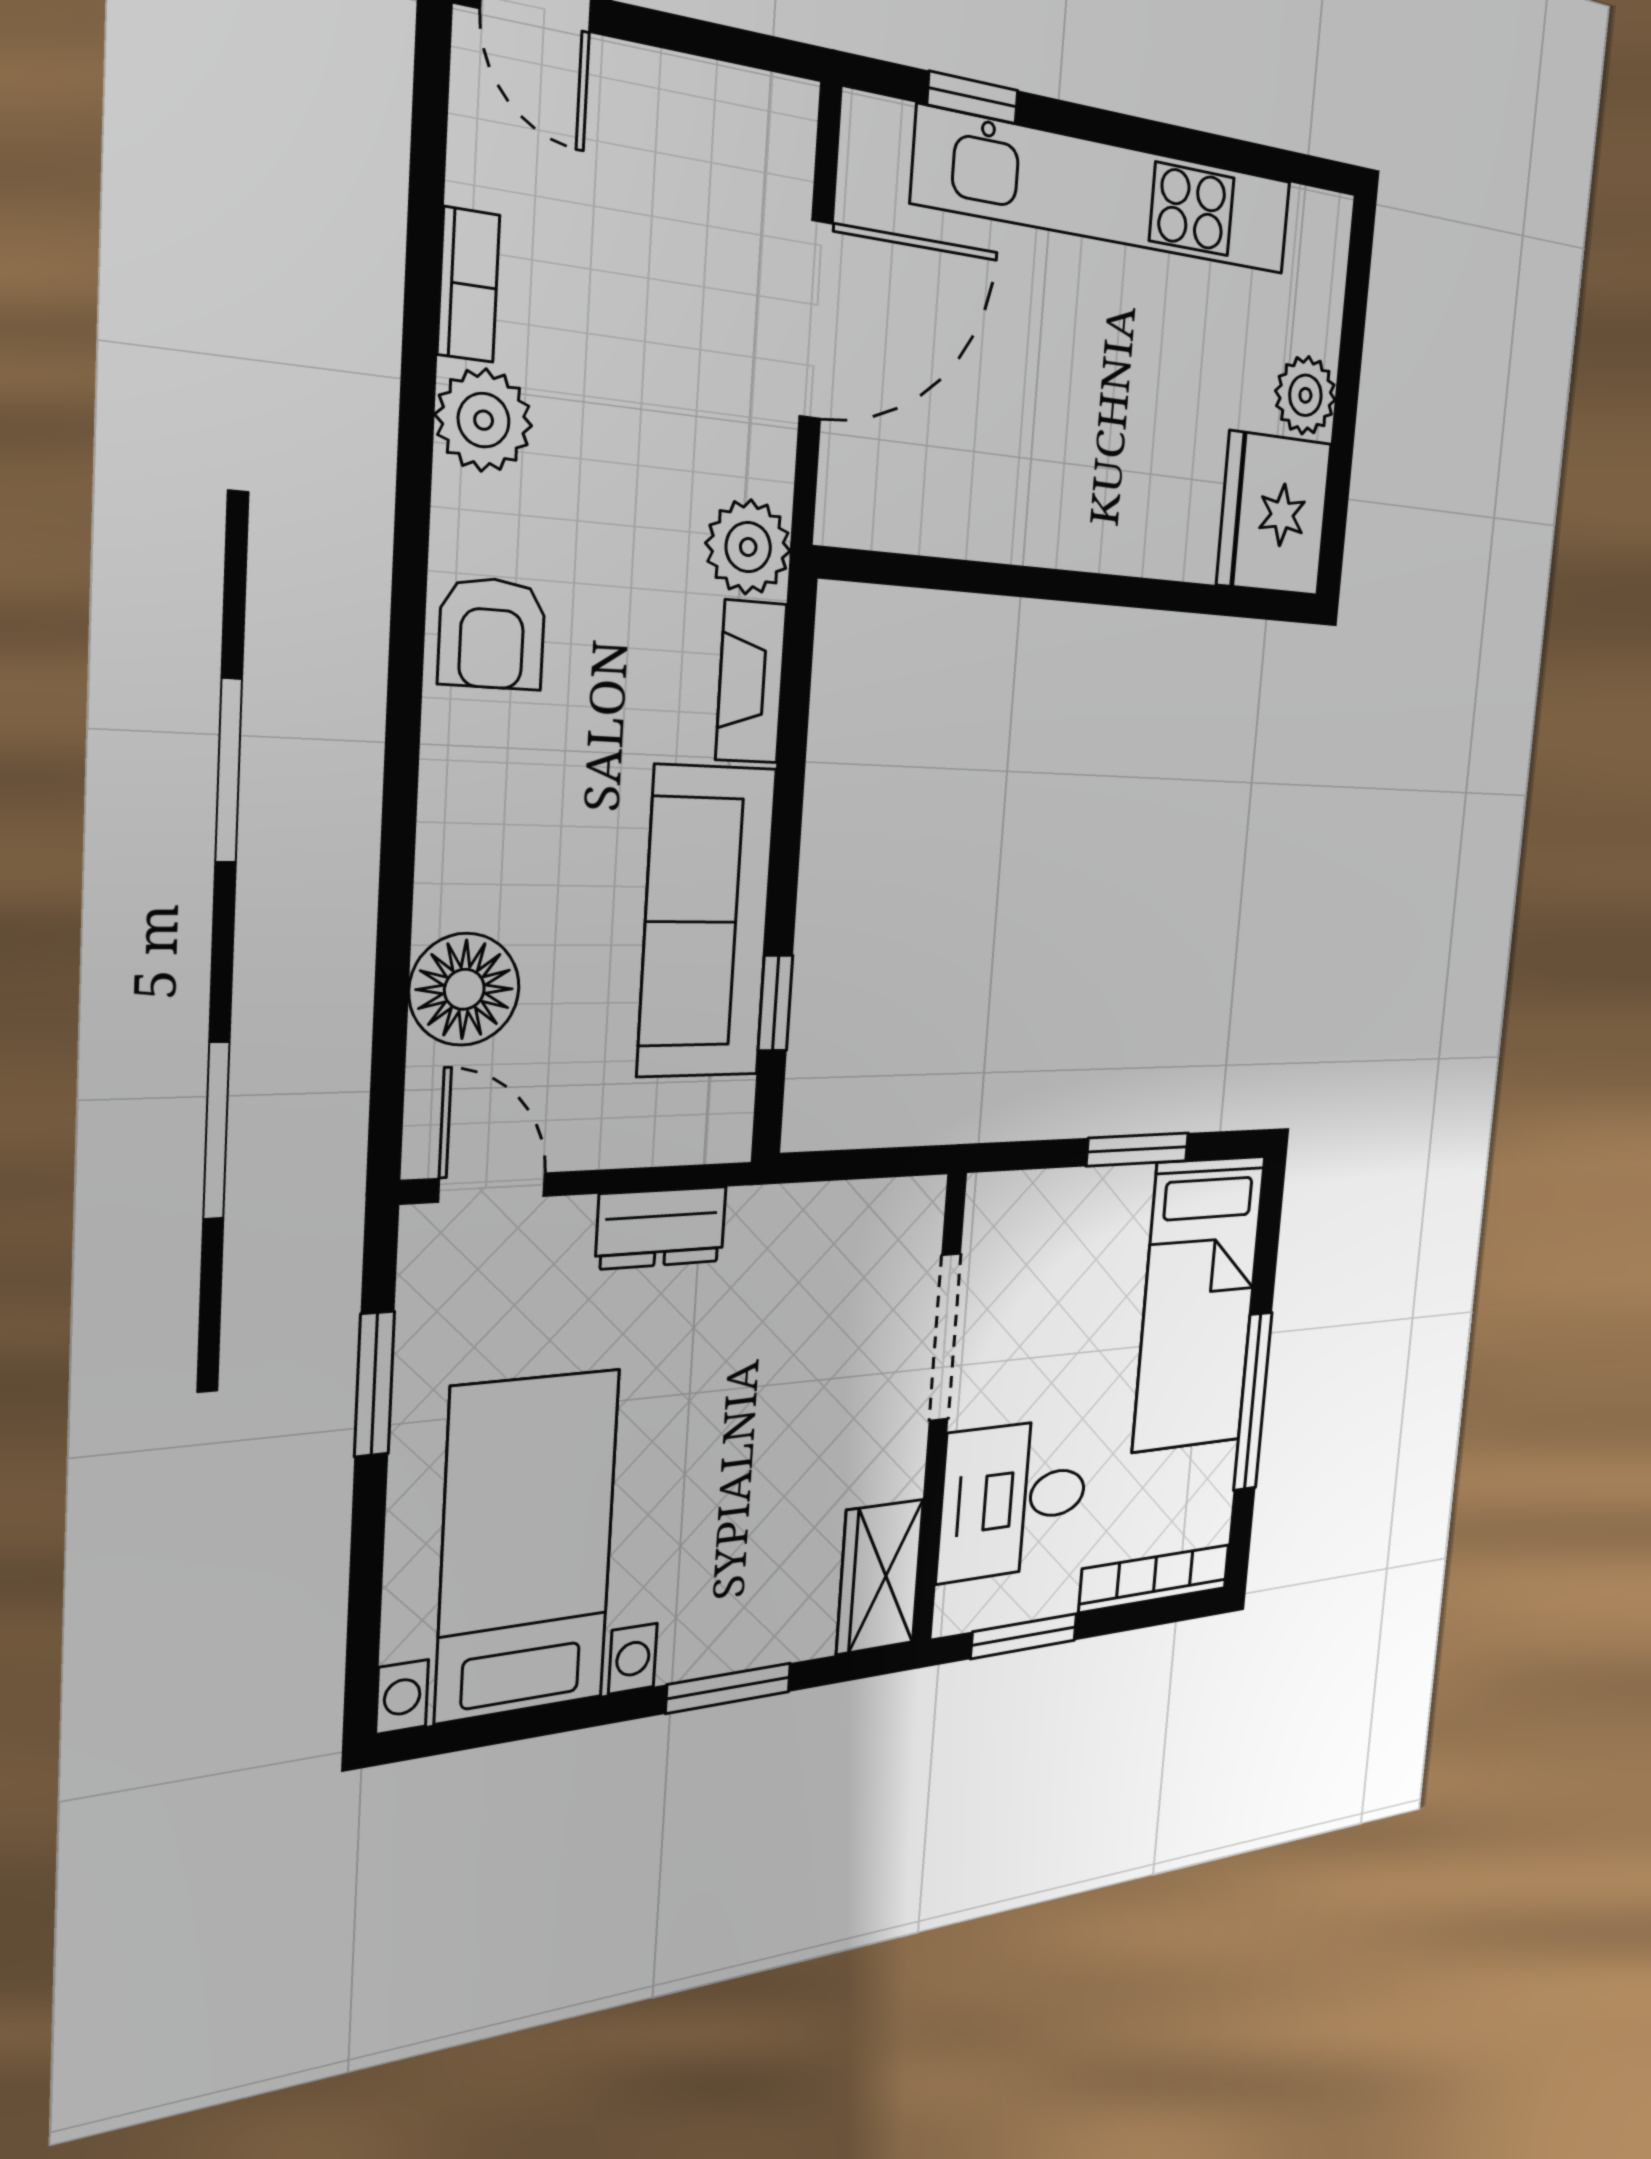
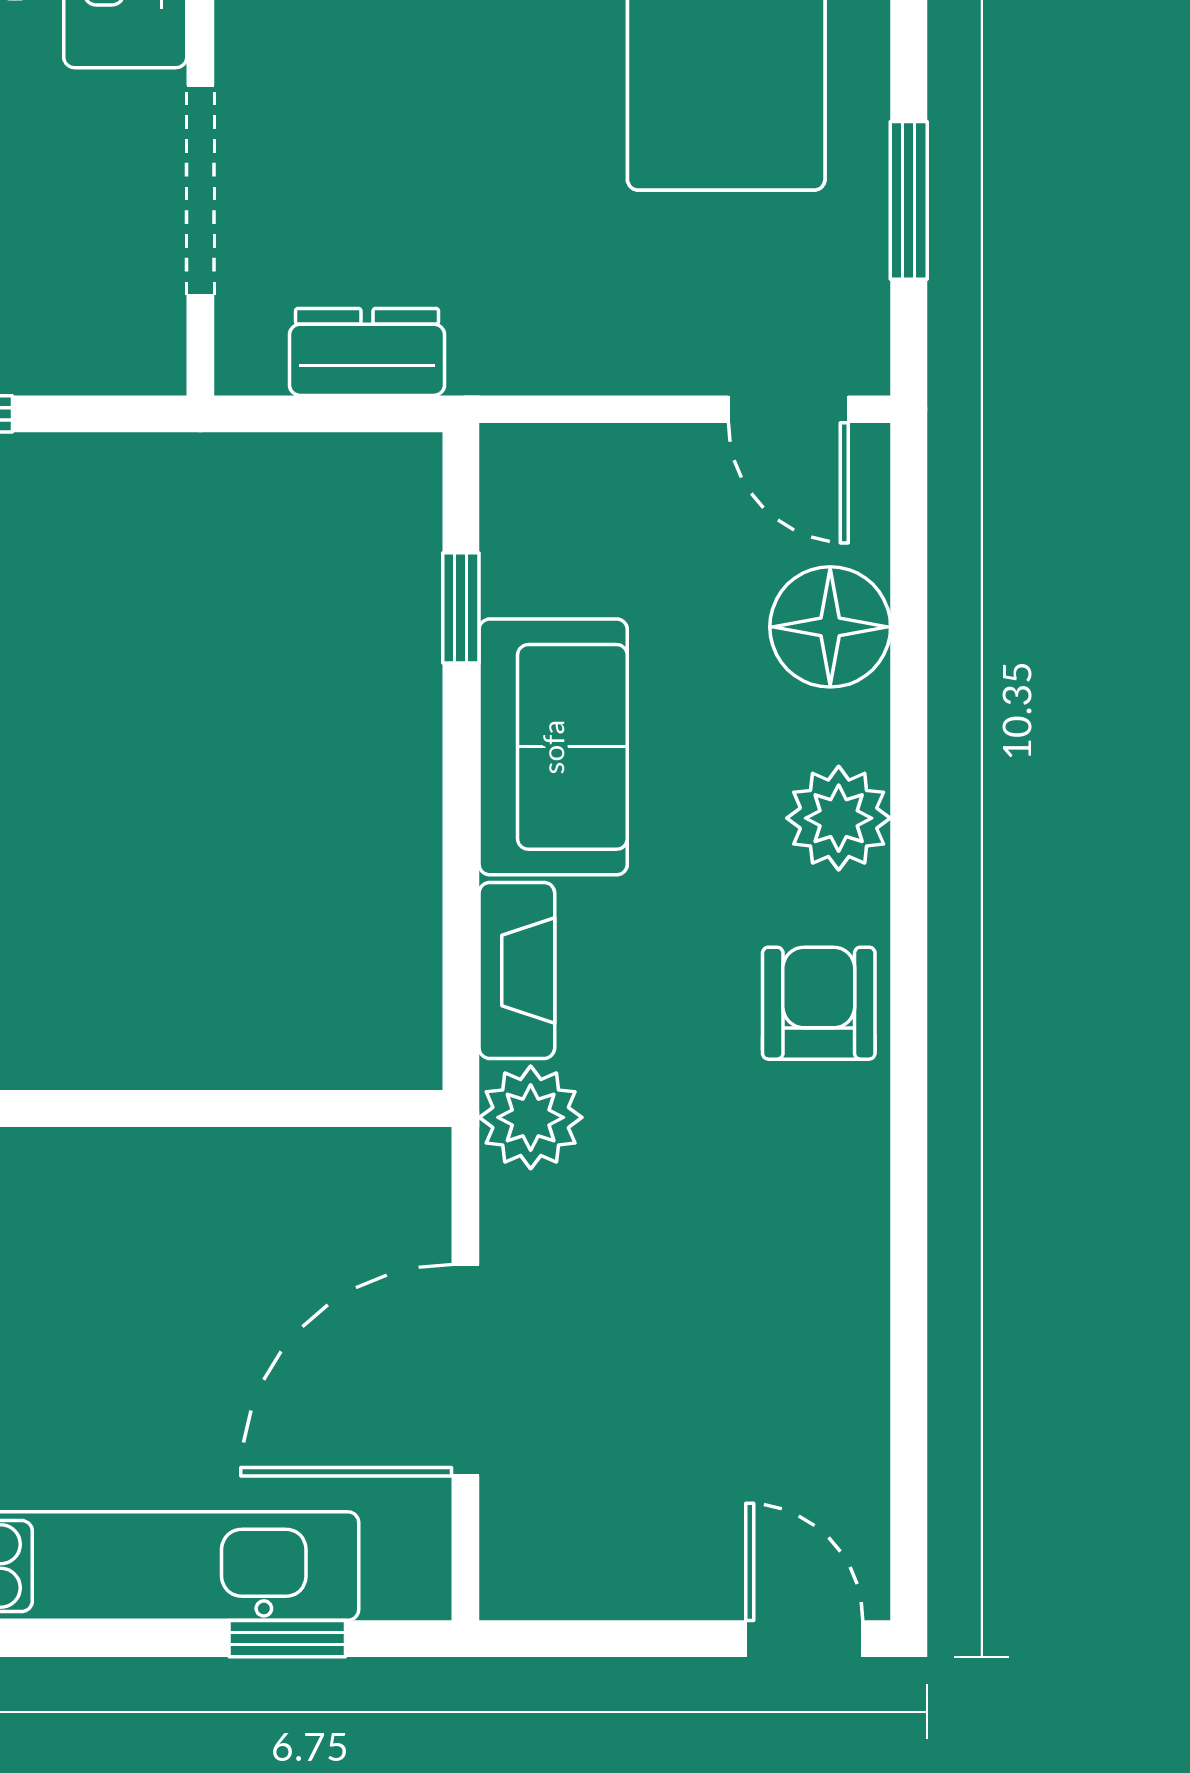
bookcase: (468, 285) -> (861, 1352), removed
plant: (484, 420) -> (839, 818), moved
sofa: (707, 922) -> (553, 747), width x0.73
dresser: (661, 1228) -> (367, 352), moved

